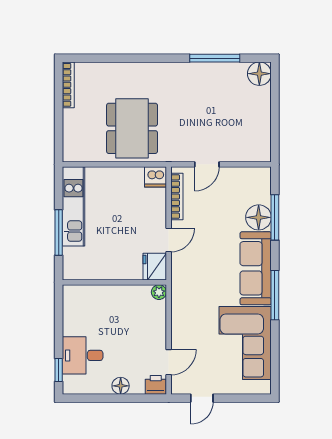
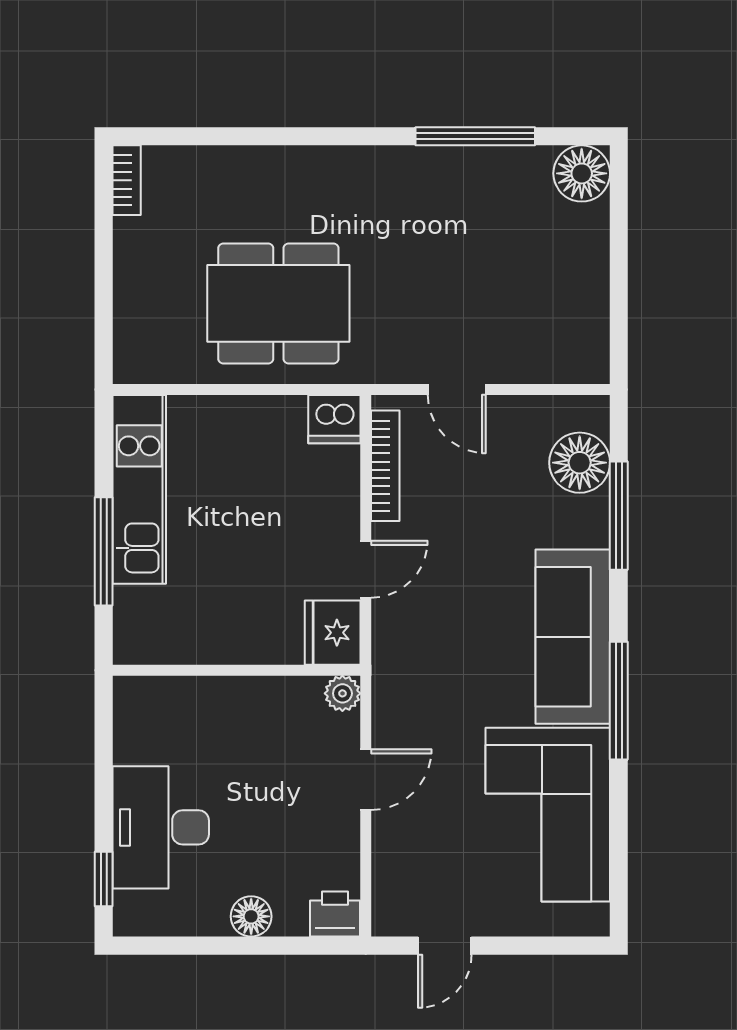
bookcase: (68, 85) -> (127, 180), width x0.64
dining table: (132, 128) -> (278, 303), turned 90
door: (207, 164) -> (457, 389), hinge flipped
floor lamp: (259, 217) -> (580, 463), moved
desk: (83, 355) -> (161, 827), width x1.37
door: (169, 362) -> (366, 780), moved

